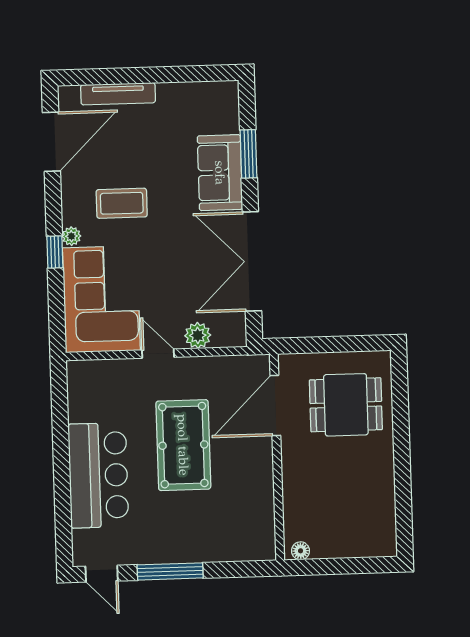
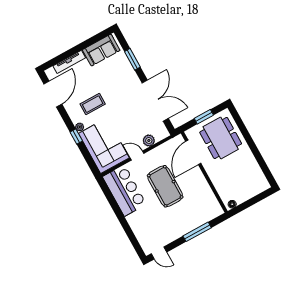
sofa: (220, 173) -> (101, 50), moved, turned -90
double door: (252, 261) -> (155, 101), swing flipped
window: (334, 344) -> (204, 117), added
dining table: (346, 405) -> (221, 138), width x1.38
bar counter: (98, 475) -> (124, 191), moved
window: (170, 571) -> (197, 232), moved

